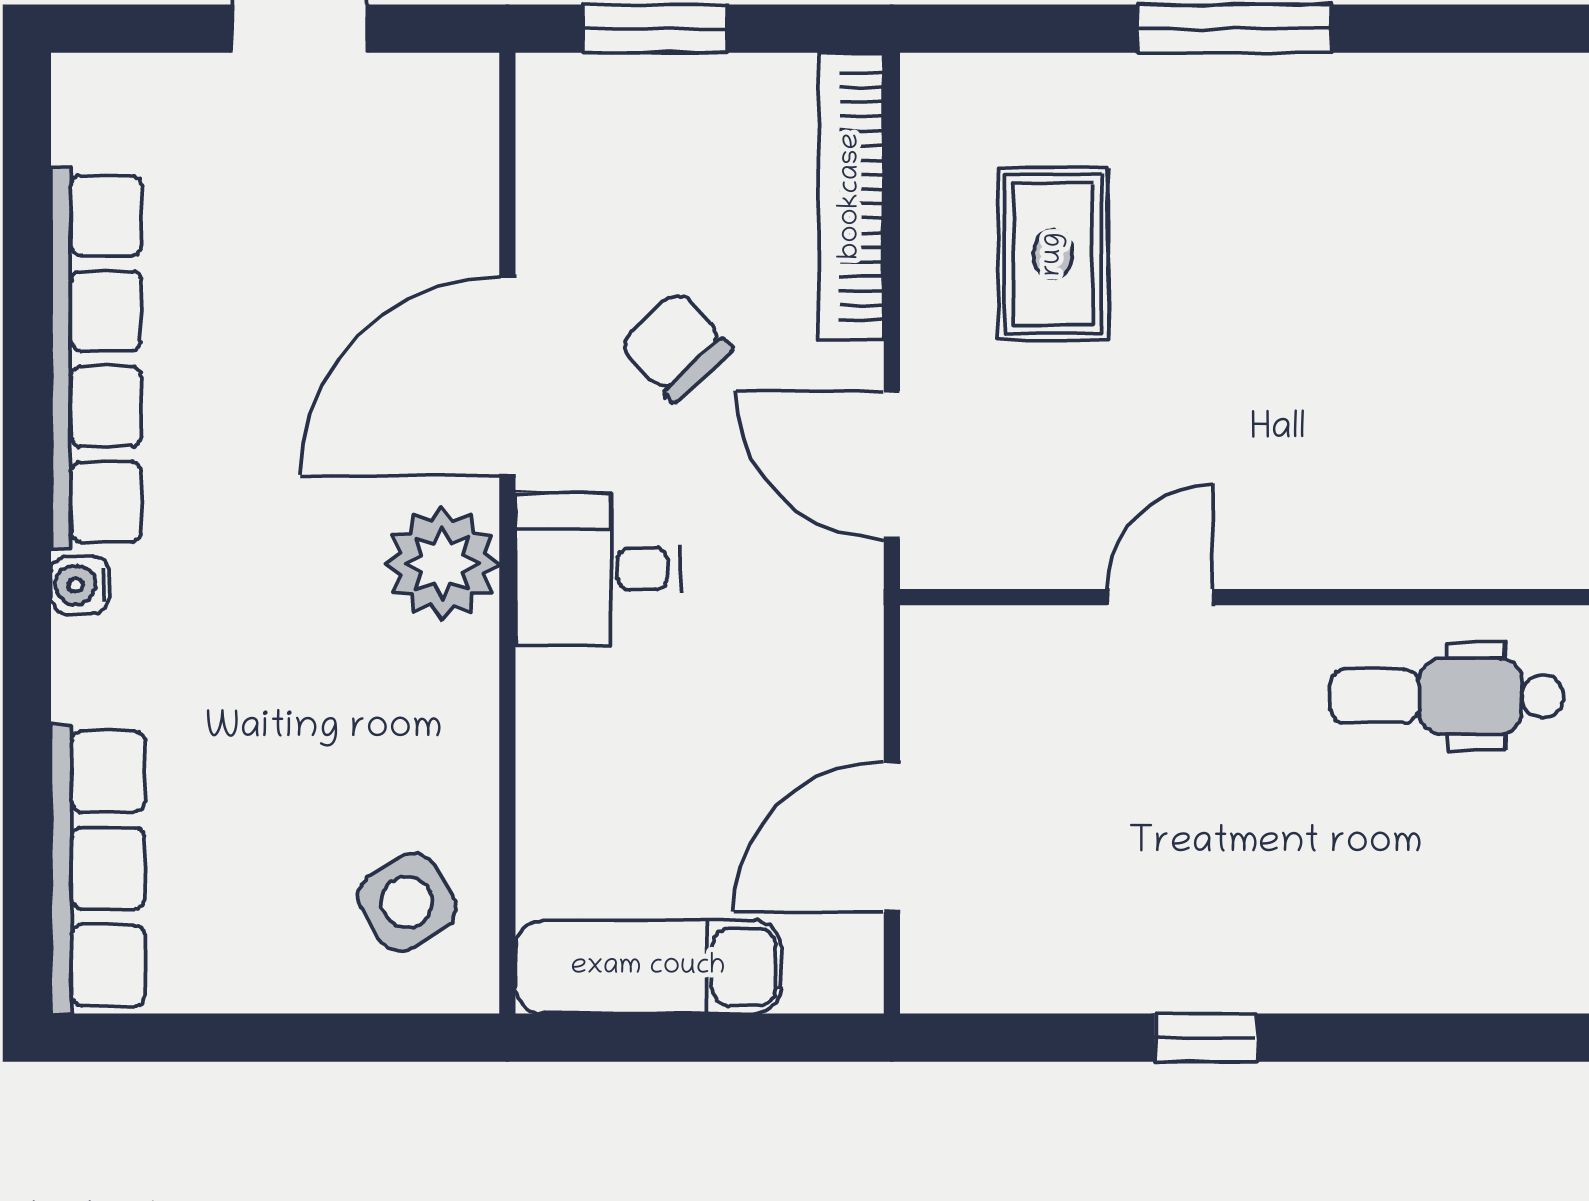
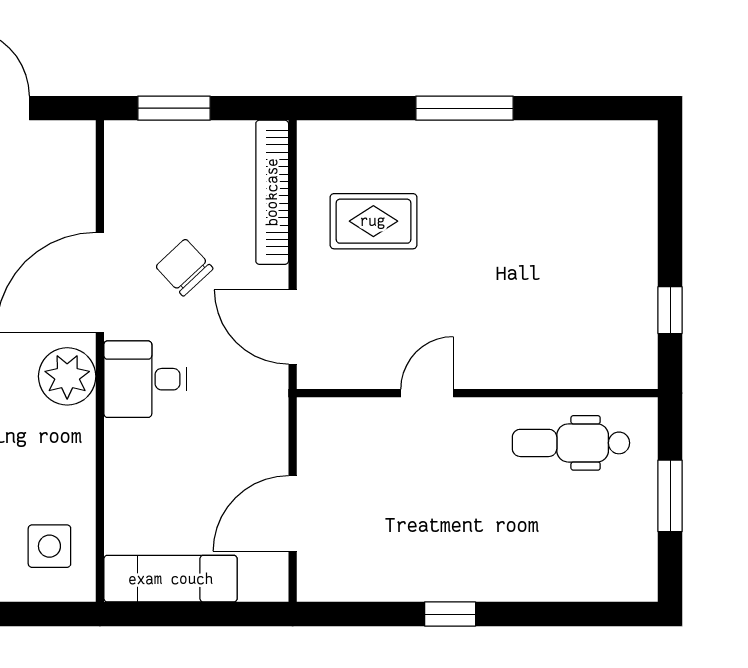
rug: (1053, 254) -> (373, 221), turned 90
side table: (407, 902) -> (49, 546), turned 31

